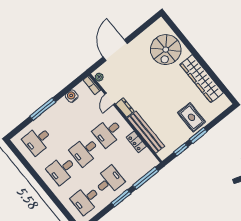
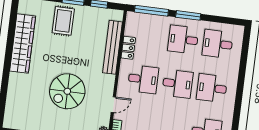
spiral stairs: (166, 50) -> (67, 91), moved, turned 180
dresser: (125, 108) -> (109, 85), removed
desk: (62, 170) -> (212, 88), turned 180
desk: (86, 200) -> (218, 44), turned 180

